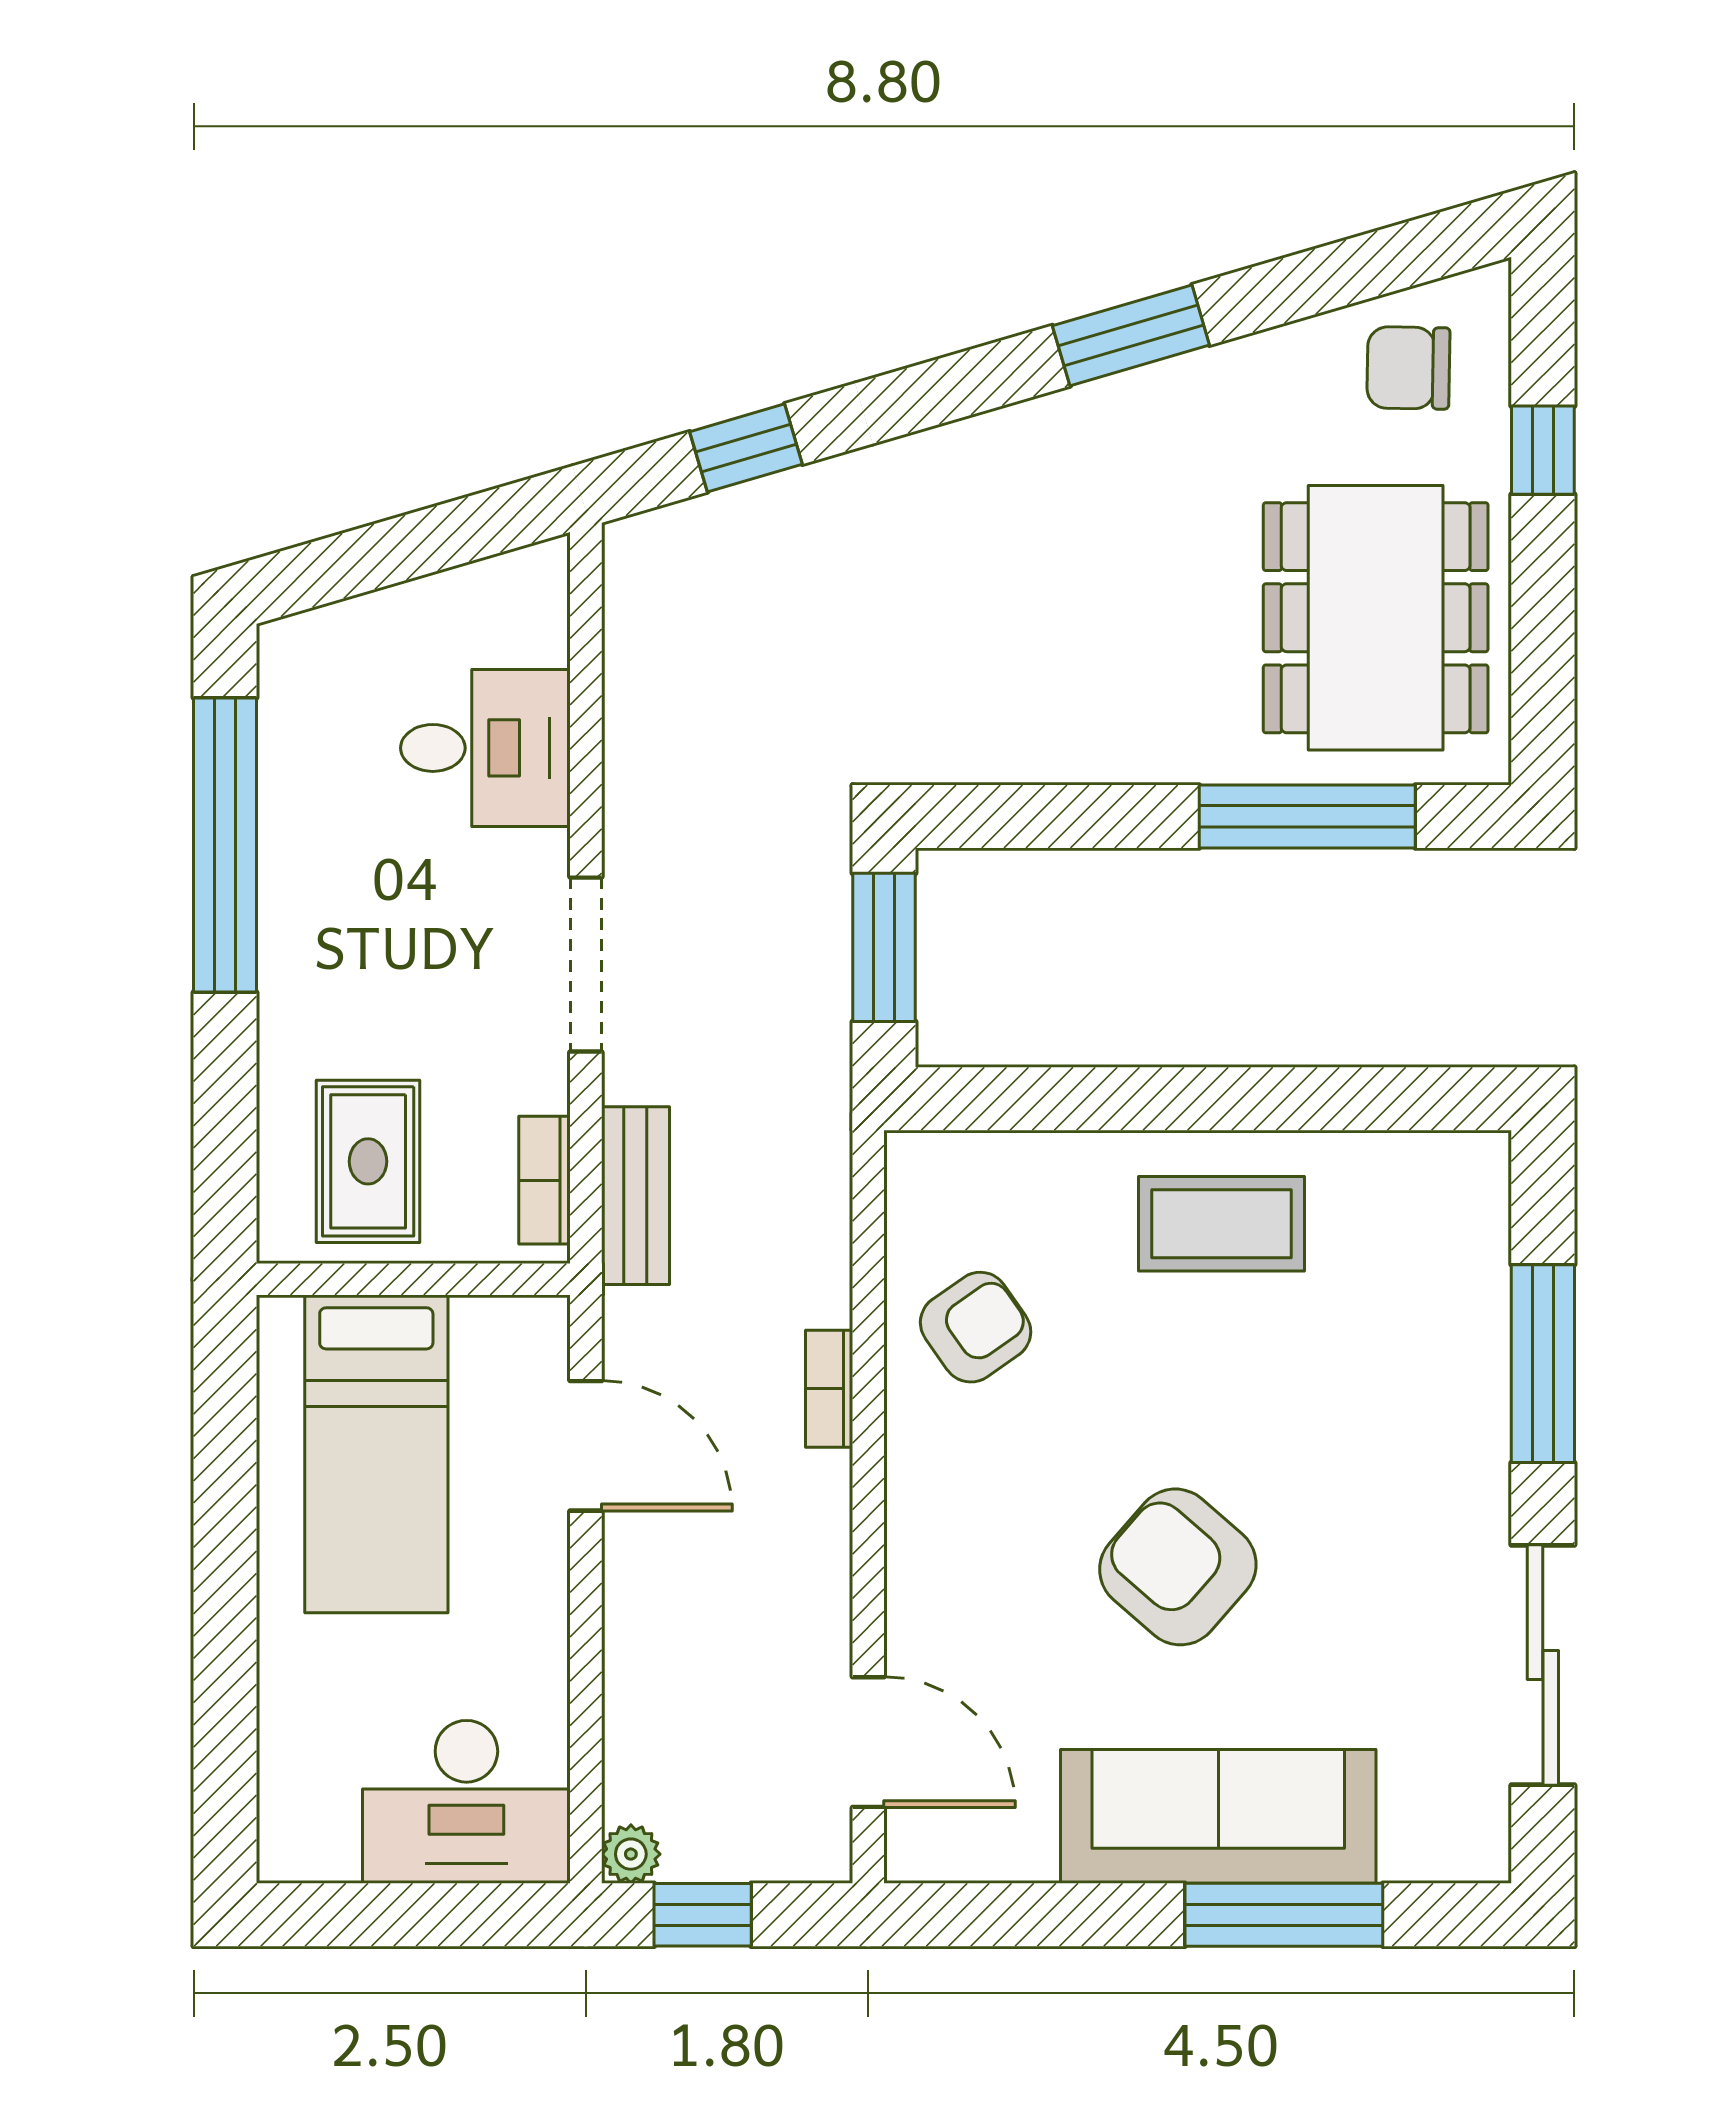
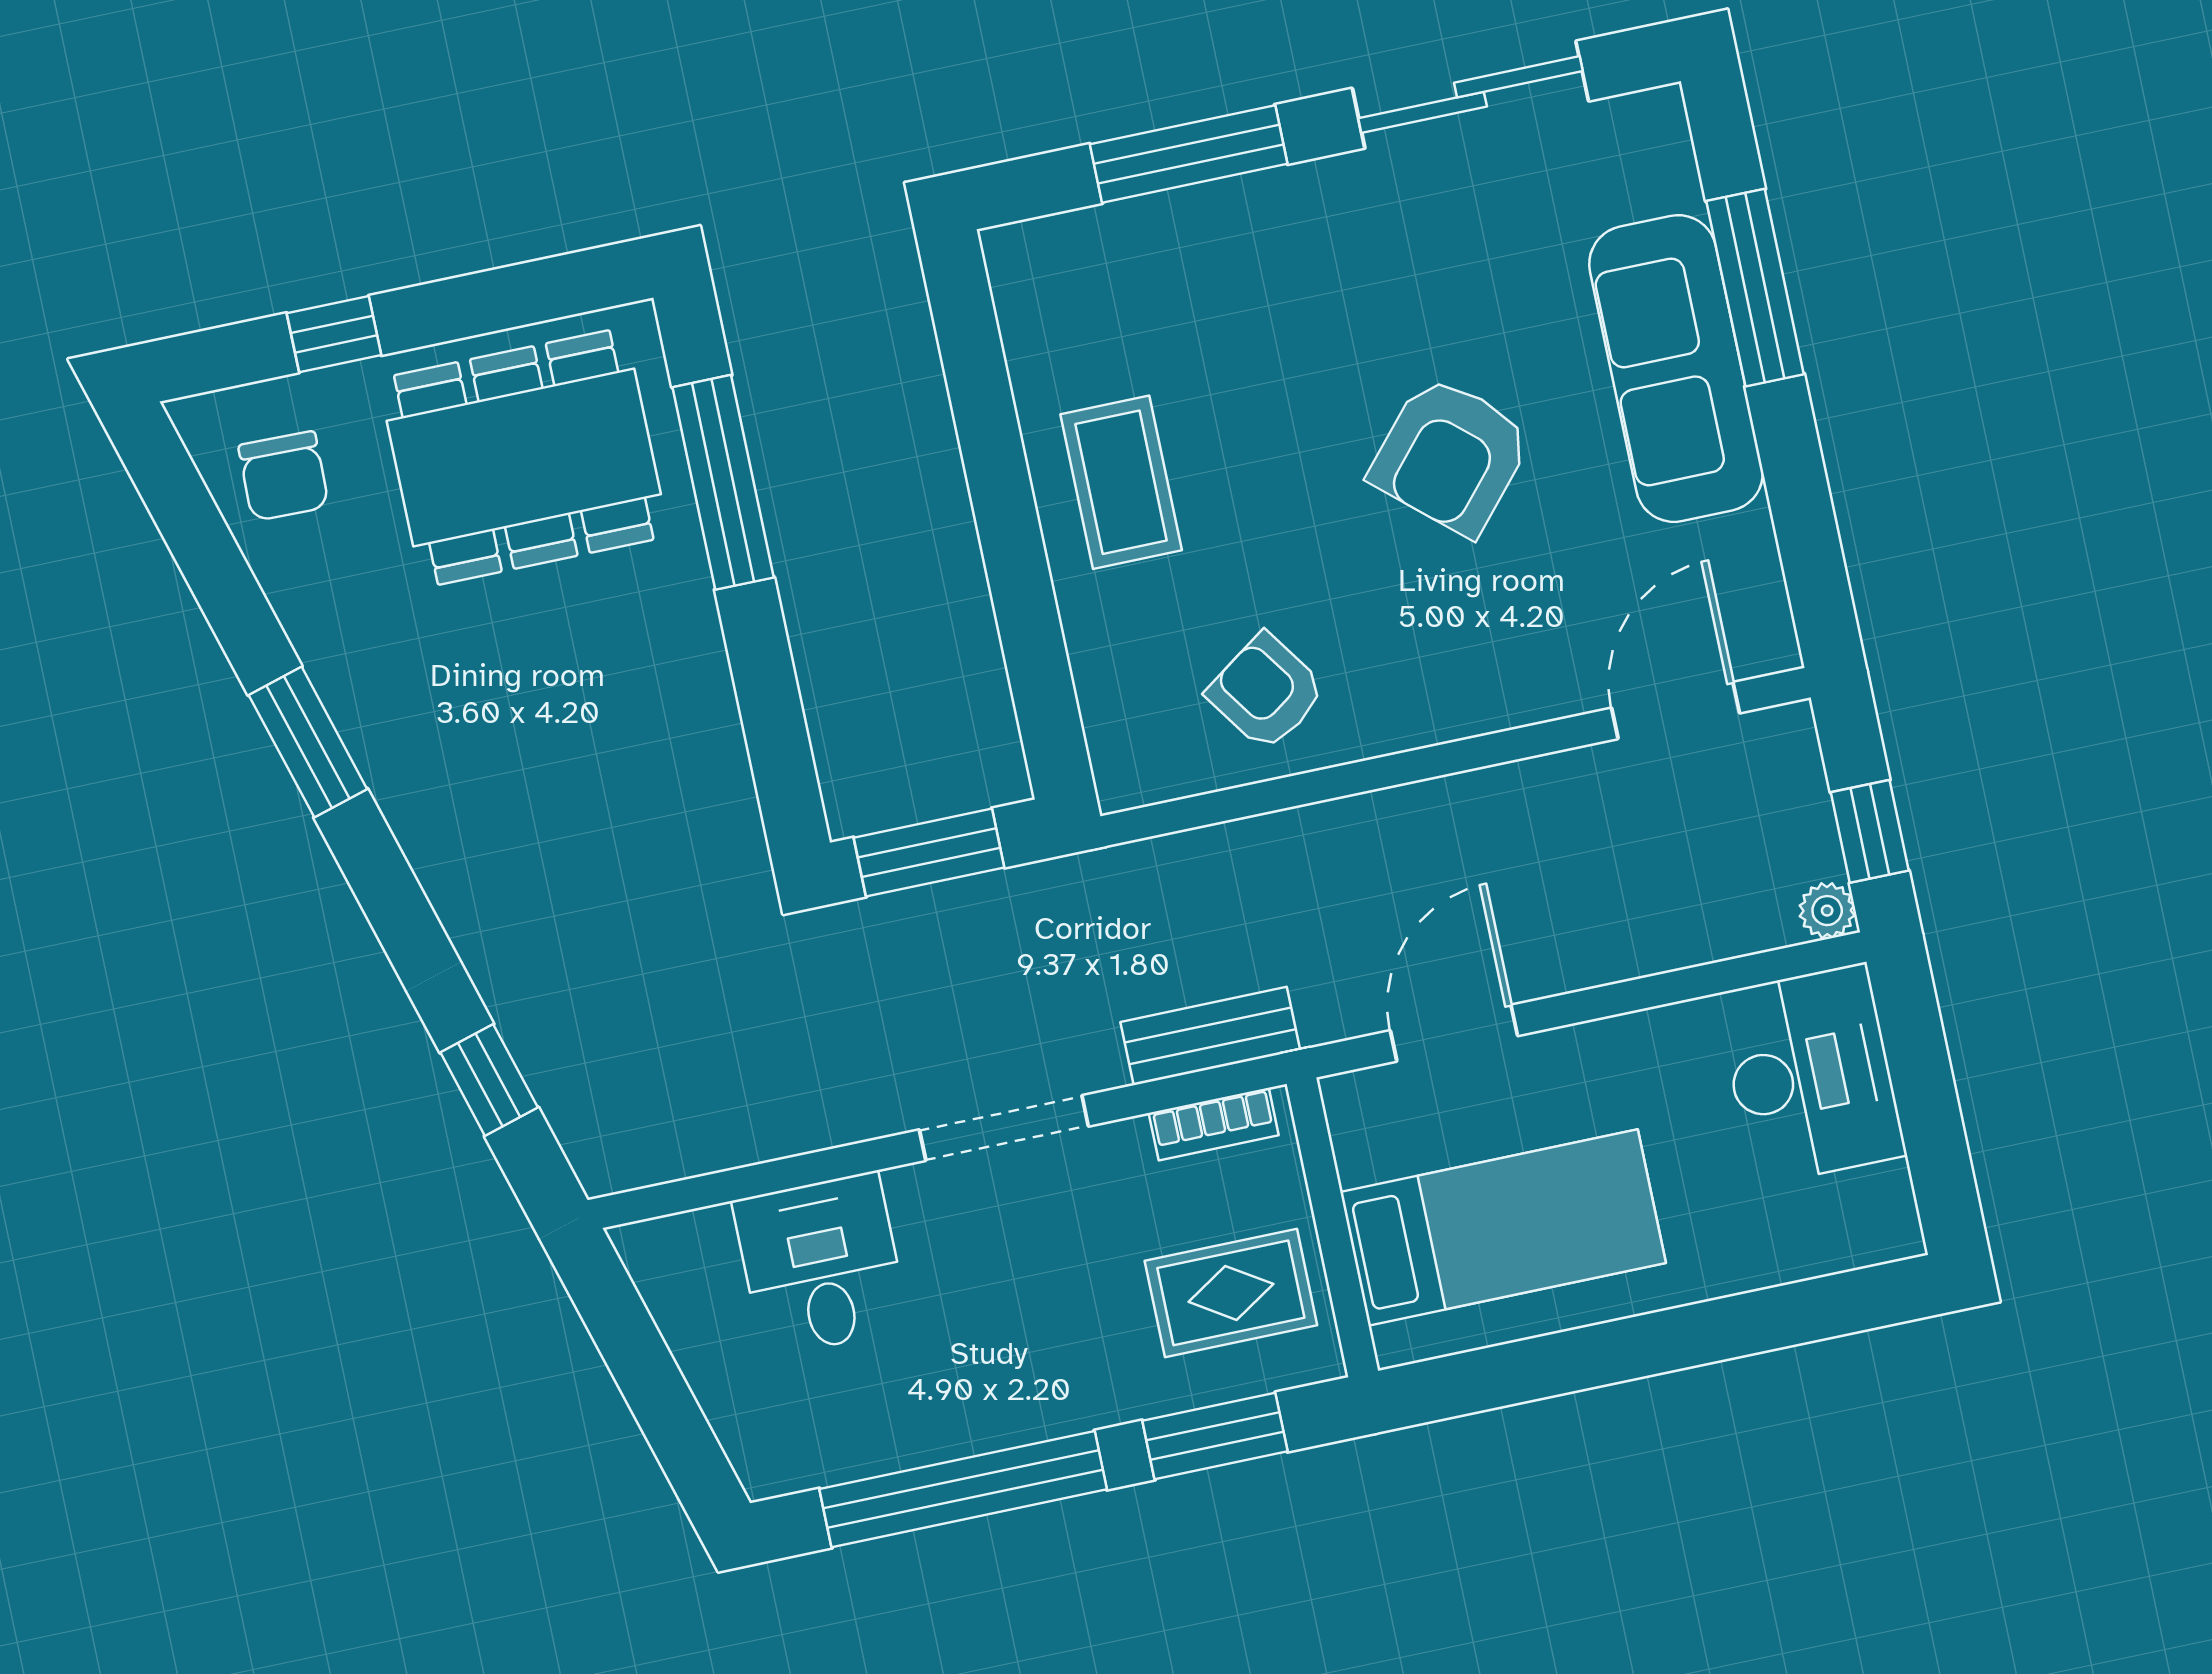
window: (225, 1114) -> (1215, 1436), added
bookcase: (829, 1389) -> (1353, 817), removed

